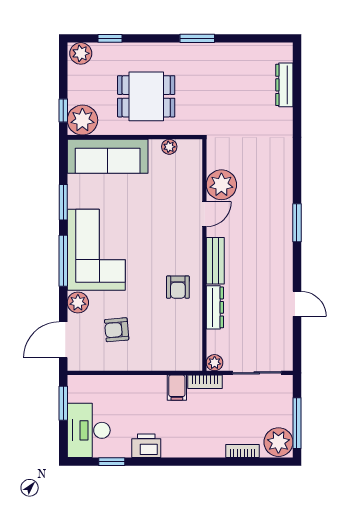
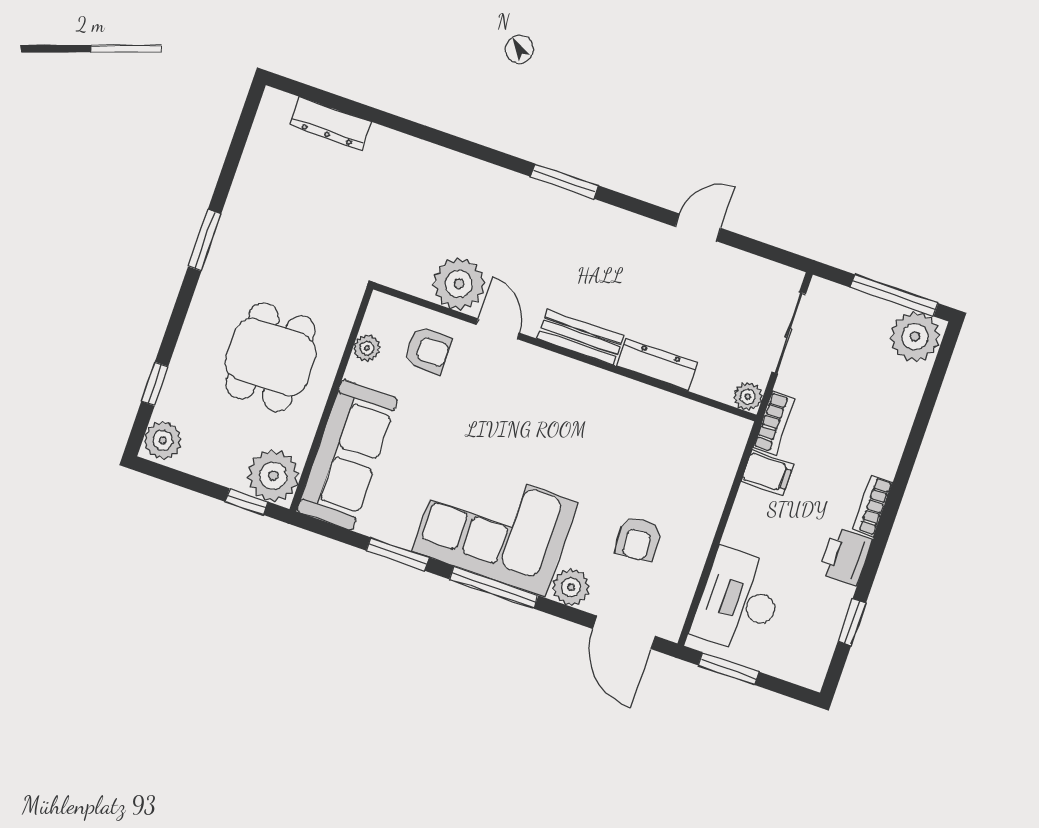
armchair: (178, 287) -> (427, 350), moved
desk: (89, 430) -> (739, 601), moved, turned 90
bookcase: (242, 451) -> (873, 506), moved

